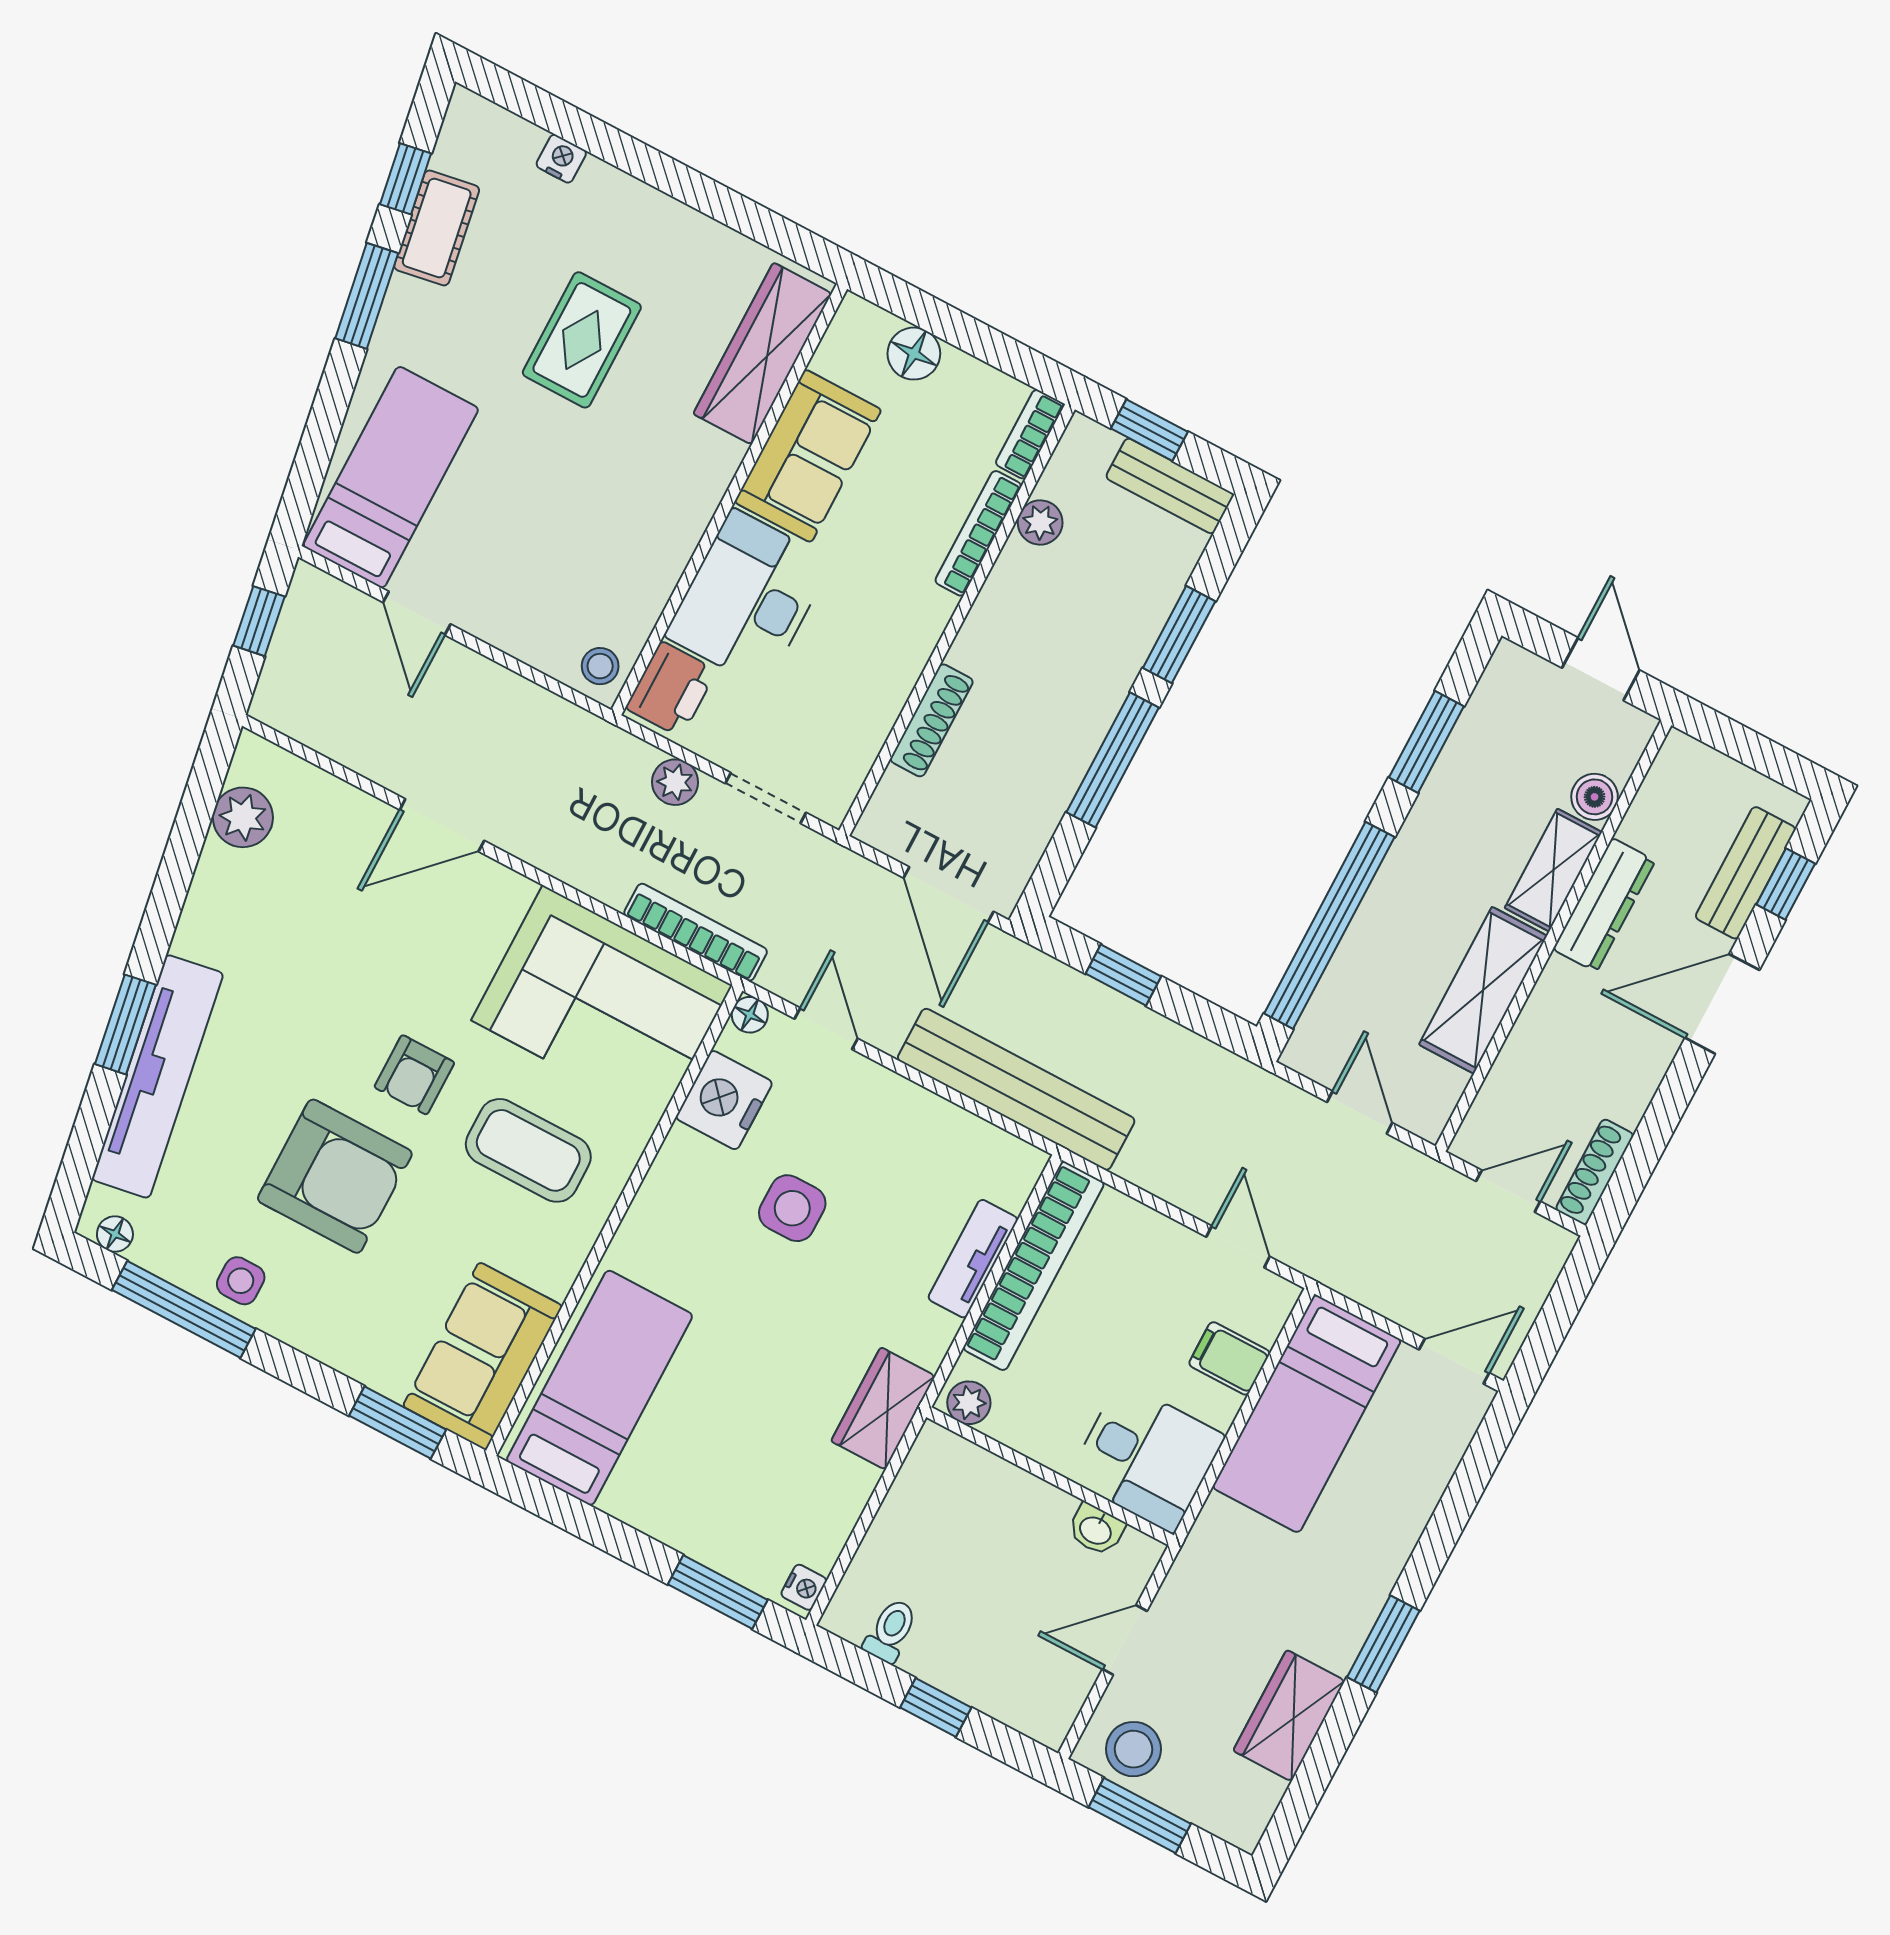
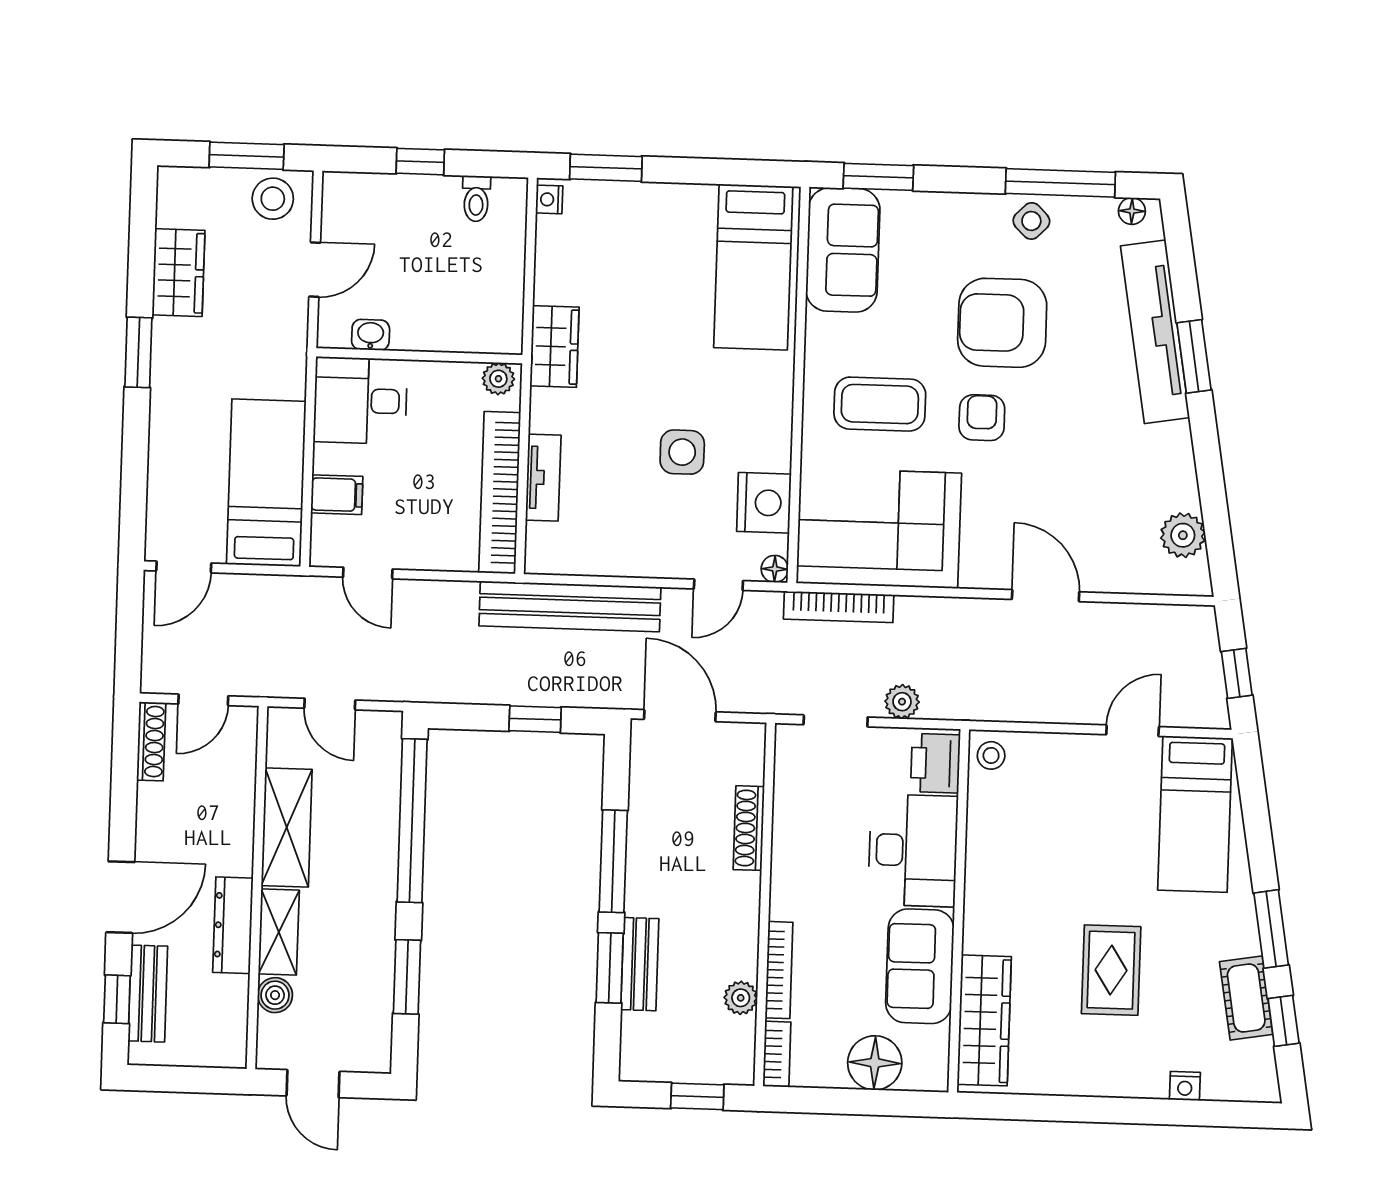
floor lamp: (914, 354) -> (875, 1063), width x1.38, depth x1.38
bench: (1170, 486) -> (640, 964), moved, turned 90
door: (417, 613) -> (1133, 731), hinge flipped
door: (442, 825) -> (1046, 596), hinge flipped
door: (826, 1029) -> (718, 585), hinge flipped
side table: (241, 1281) -> (1031, 221), turned 45

